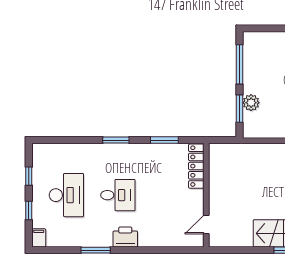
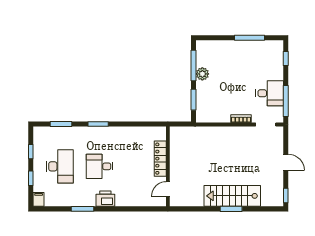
plant: (251, 103) -> (202, 74), moved
window: (164, 140) -> (61, 124), moved
locker: (196, 166) -> (160, 159), moved
desk: (118, 195) -> (100, 166), turned 180

